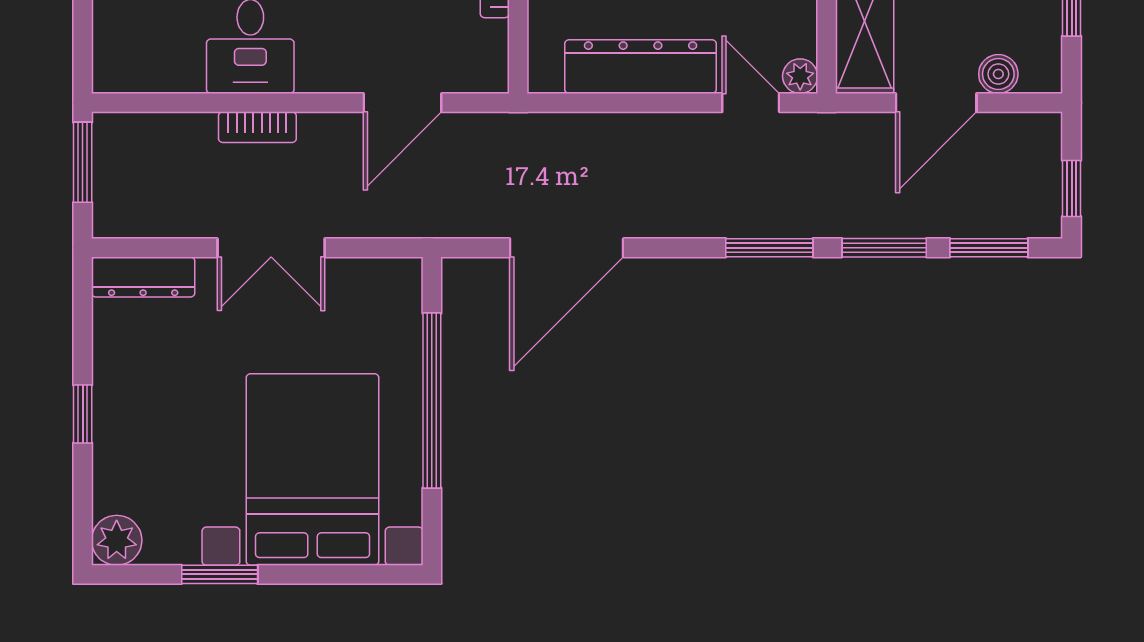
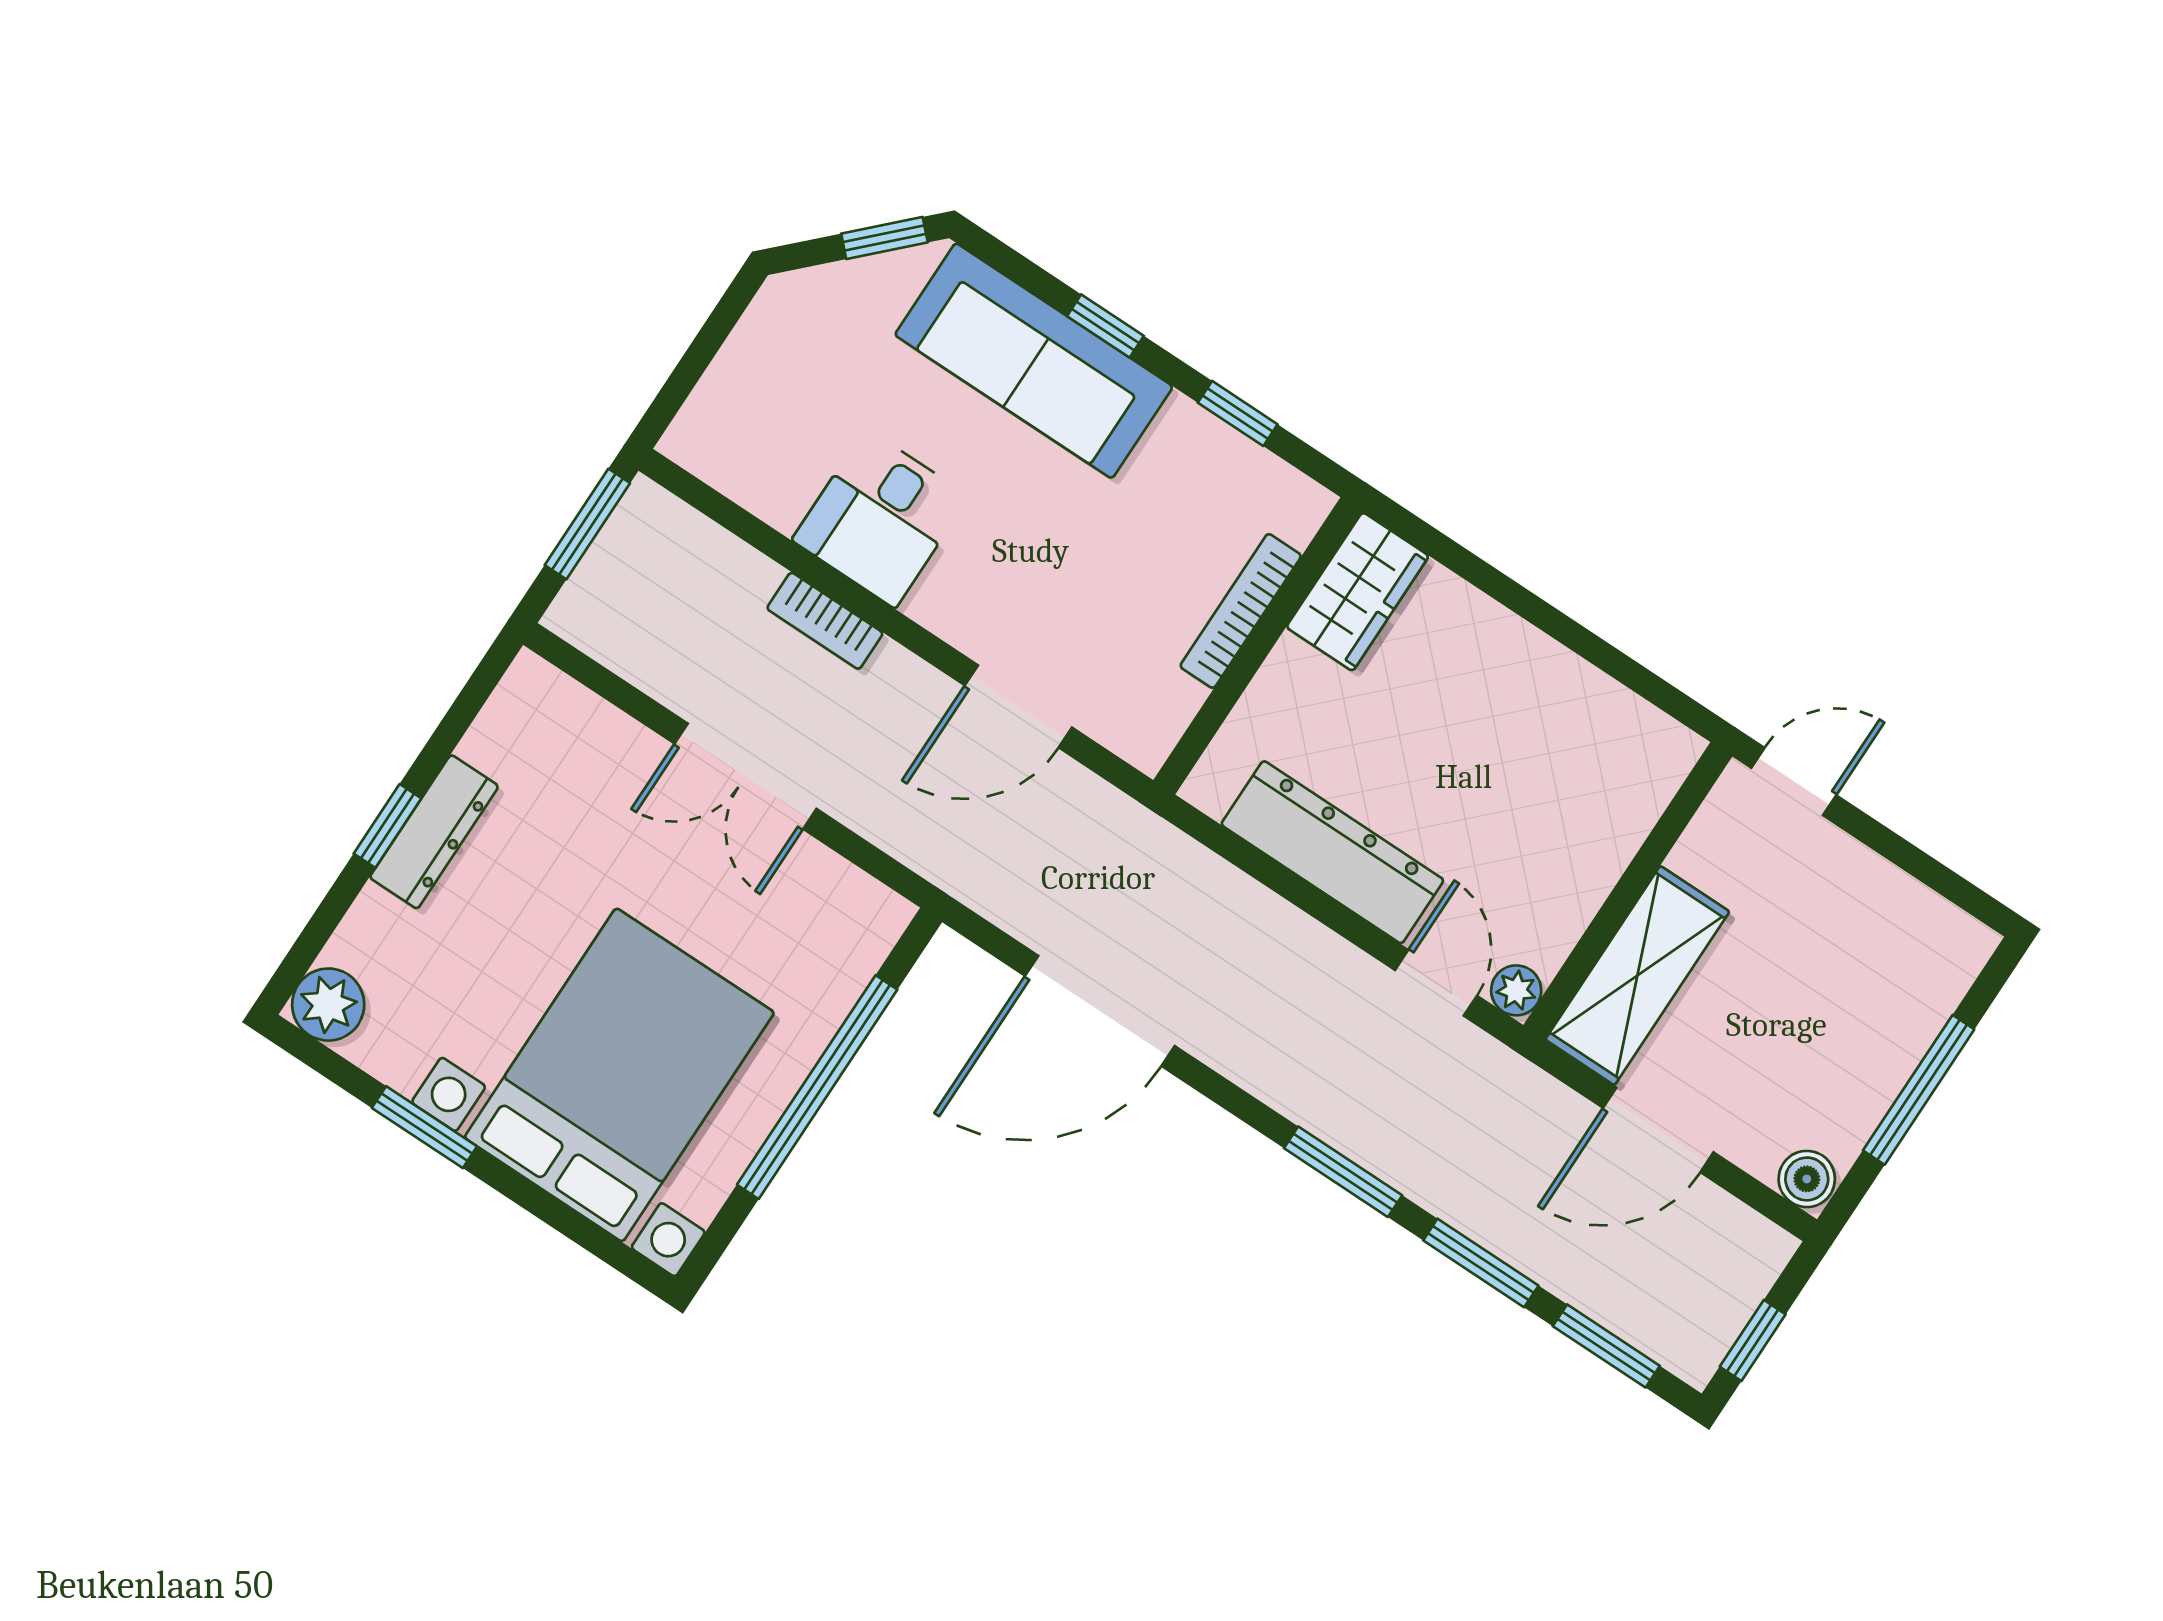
boiler: (998, 74) -> (1807, 1179), moved
dresser: (143, 277) -> (434, 832), moved, turned -90

